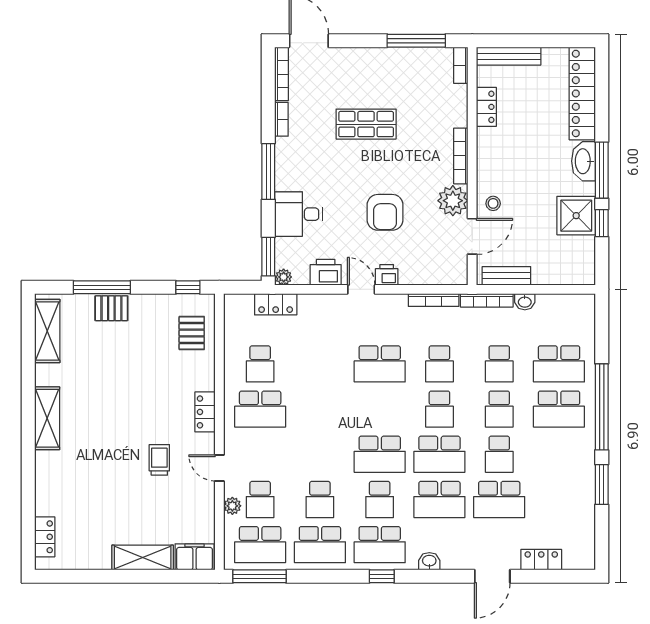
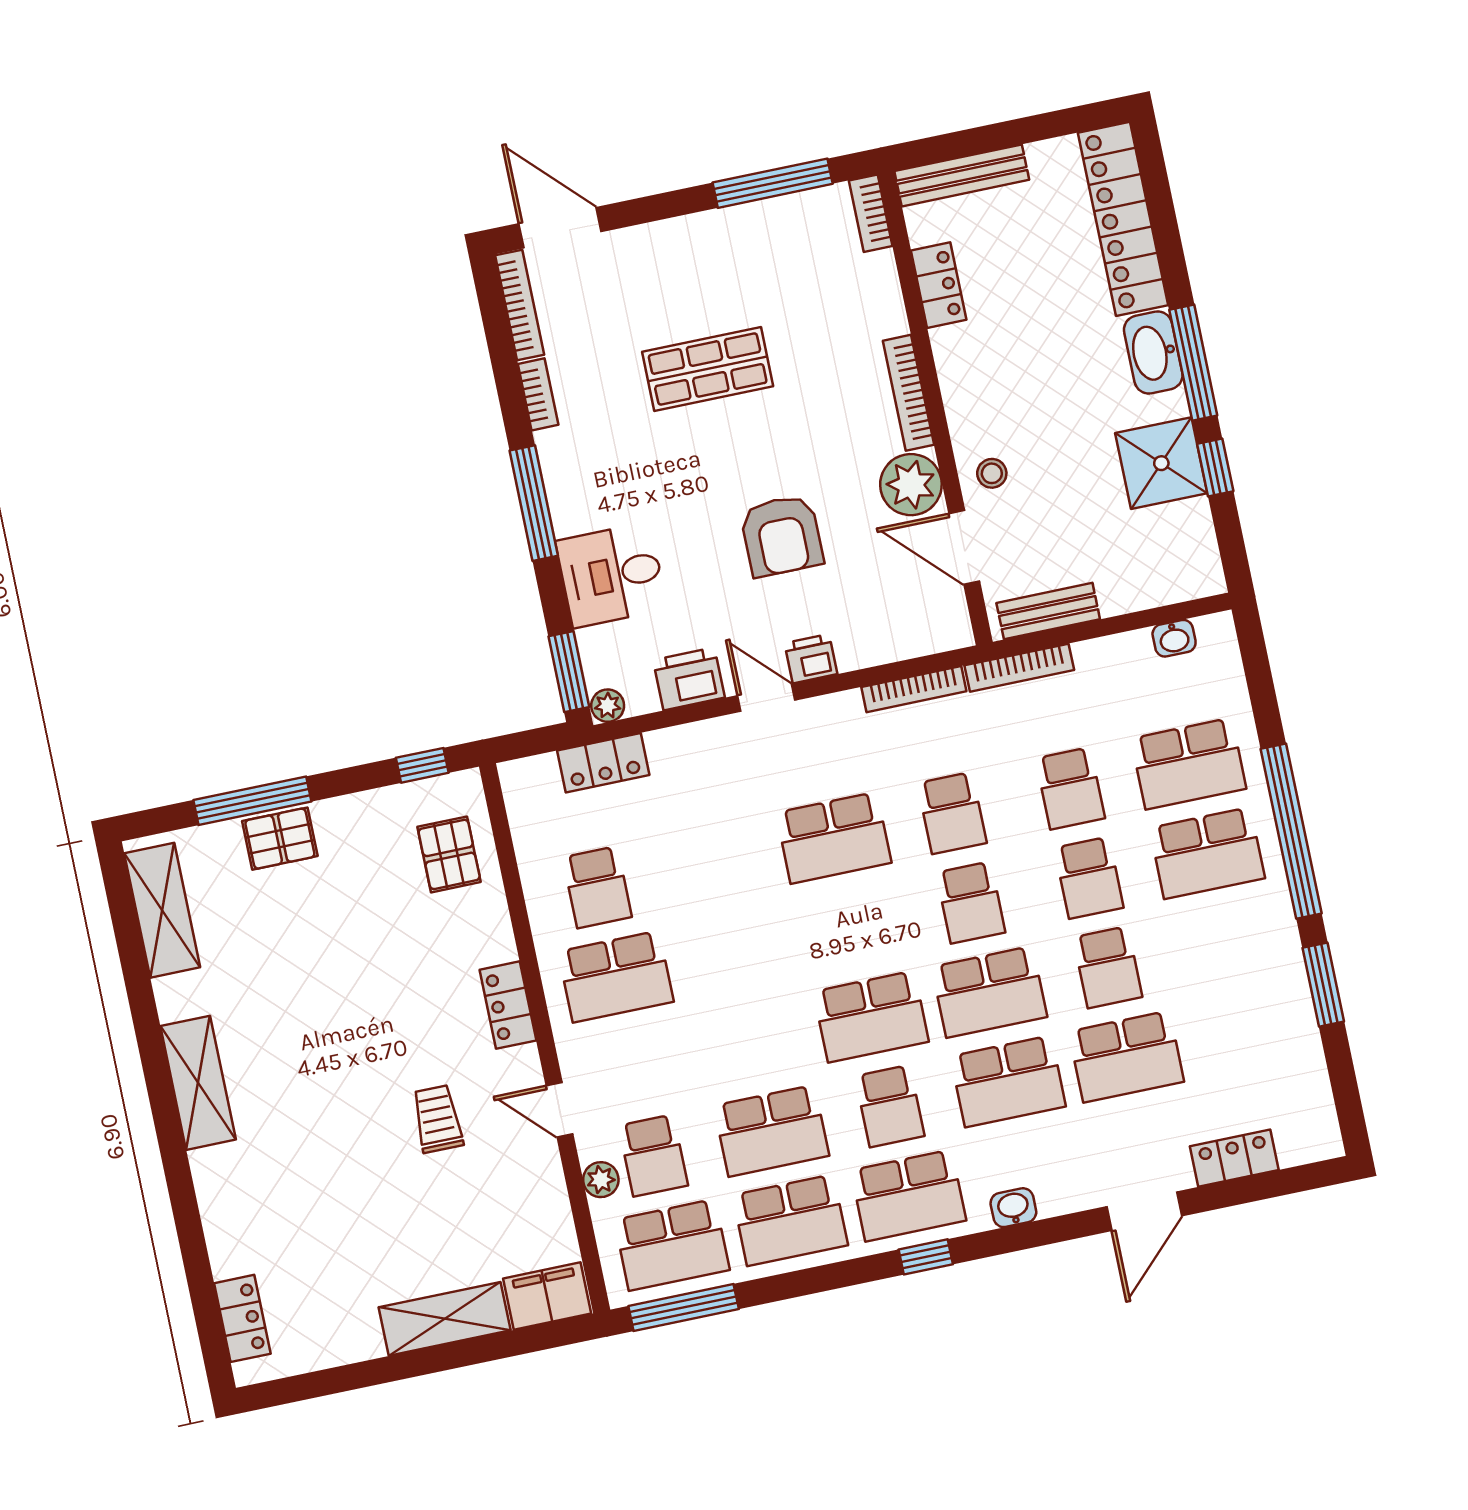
door: (472, 236) -> (964, 547), swing flipped
washbasin: (525, 302) -> (1174, 638), moved
school desk: (320, 499) -> (771, 1131), width x1.85

